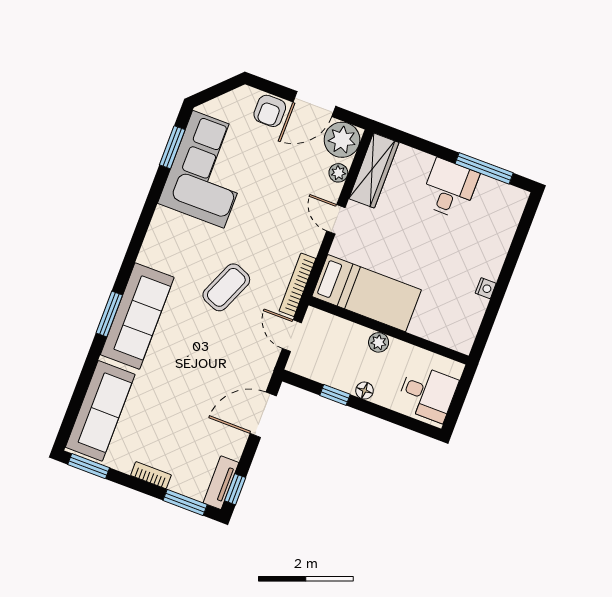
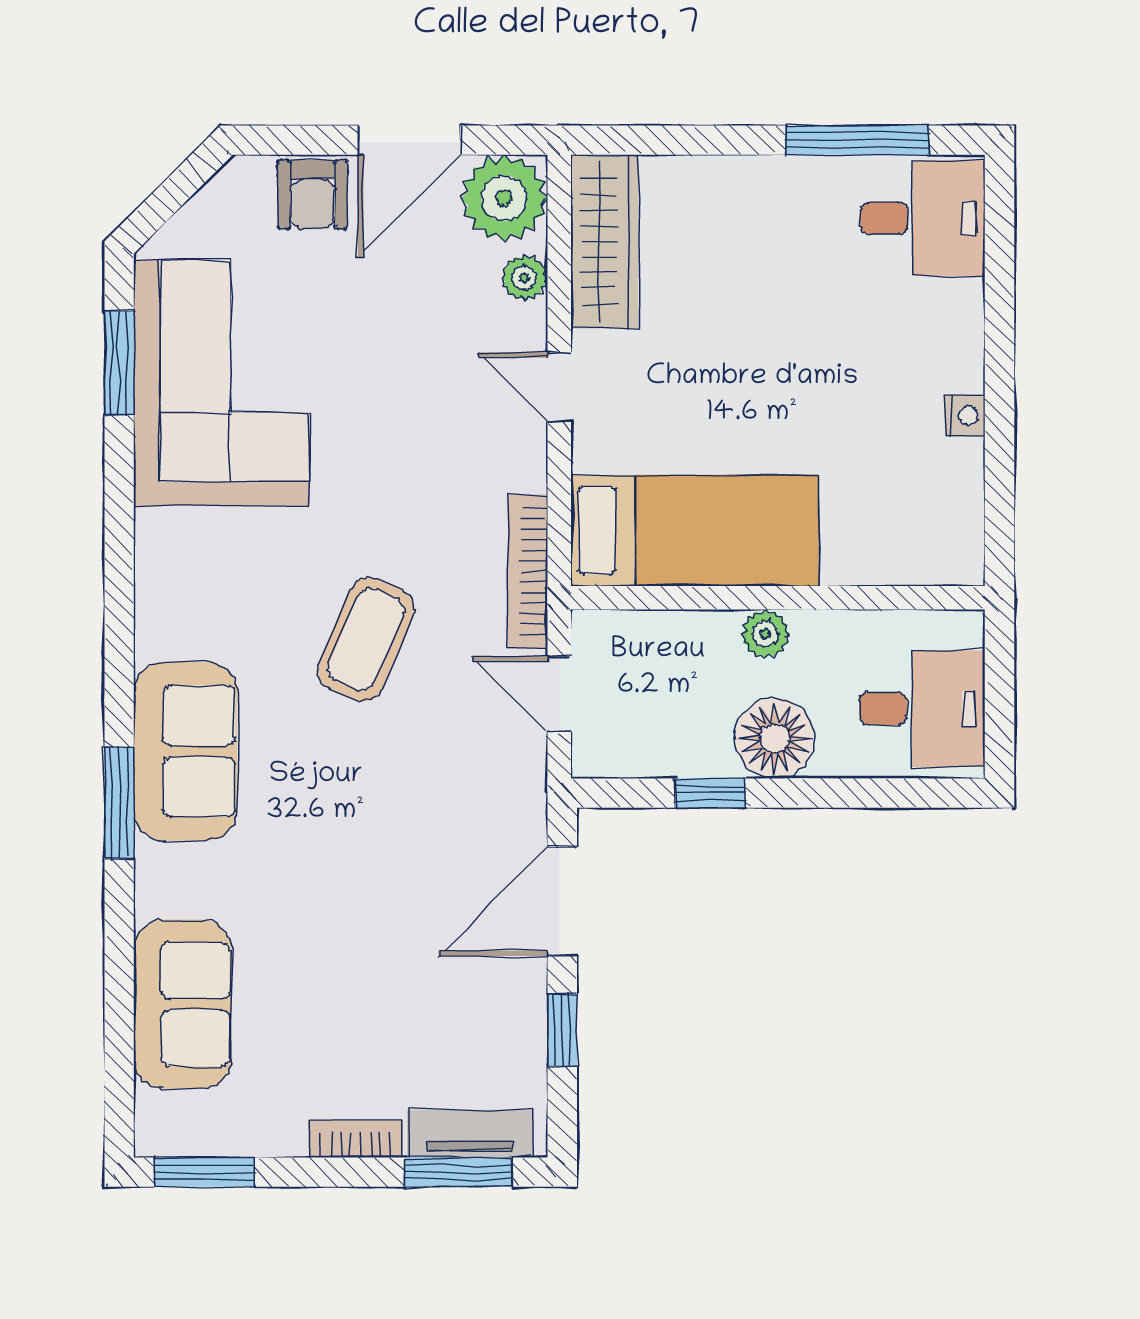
desk: (450, 189) -> (923, 218), moved, turned 90
sofa: (137, 316) -> (185, 751), width x0.73
floor lamp: (365, 391) -> (775, 738), width x1.89, depth x1.89
sofa: (100, 411) -> (182, 1004), width x0.73
tv unit: (221, 483) -> (470, 1134), moved, turned 90
window: (235, 489) -> (562, 1030), moved

